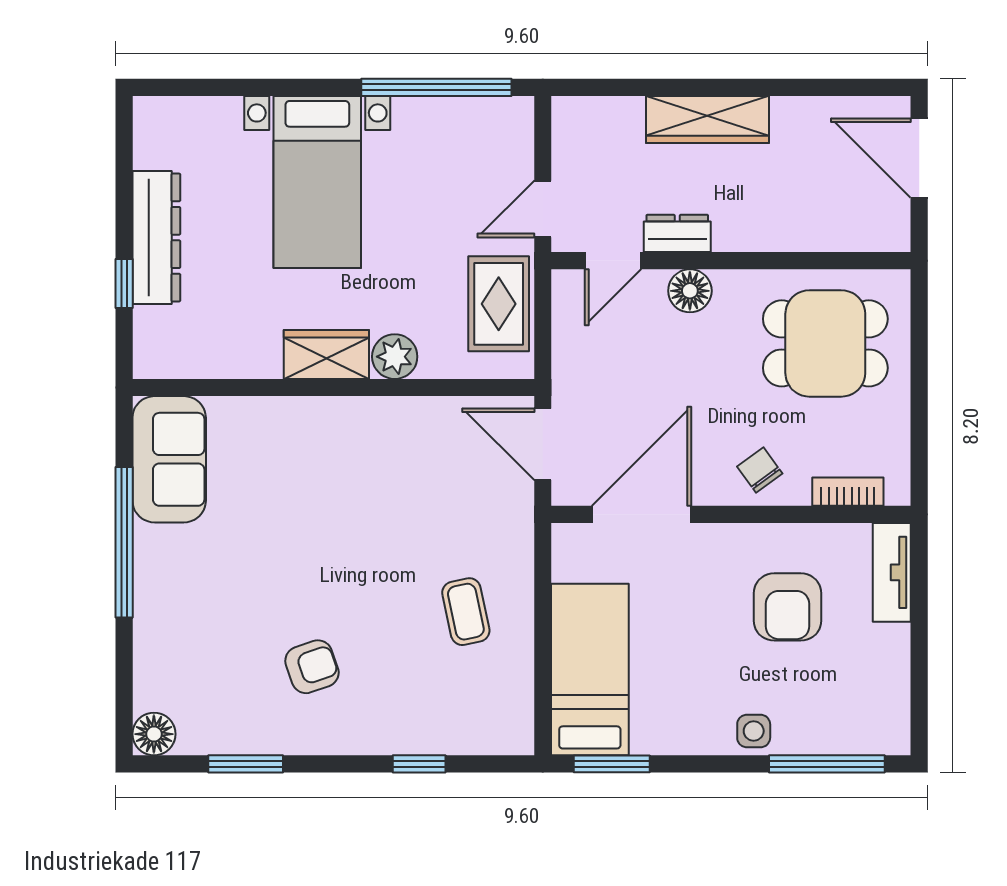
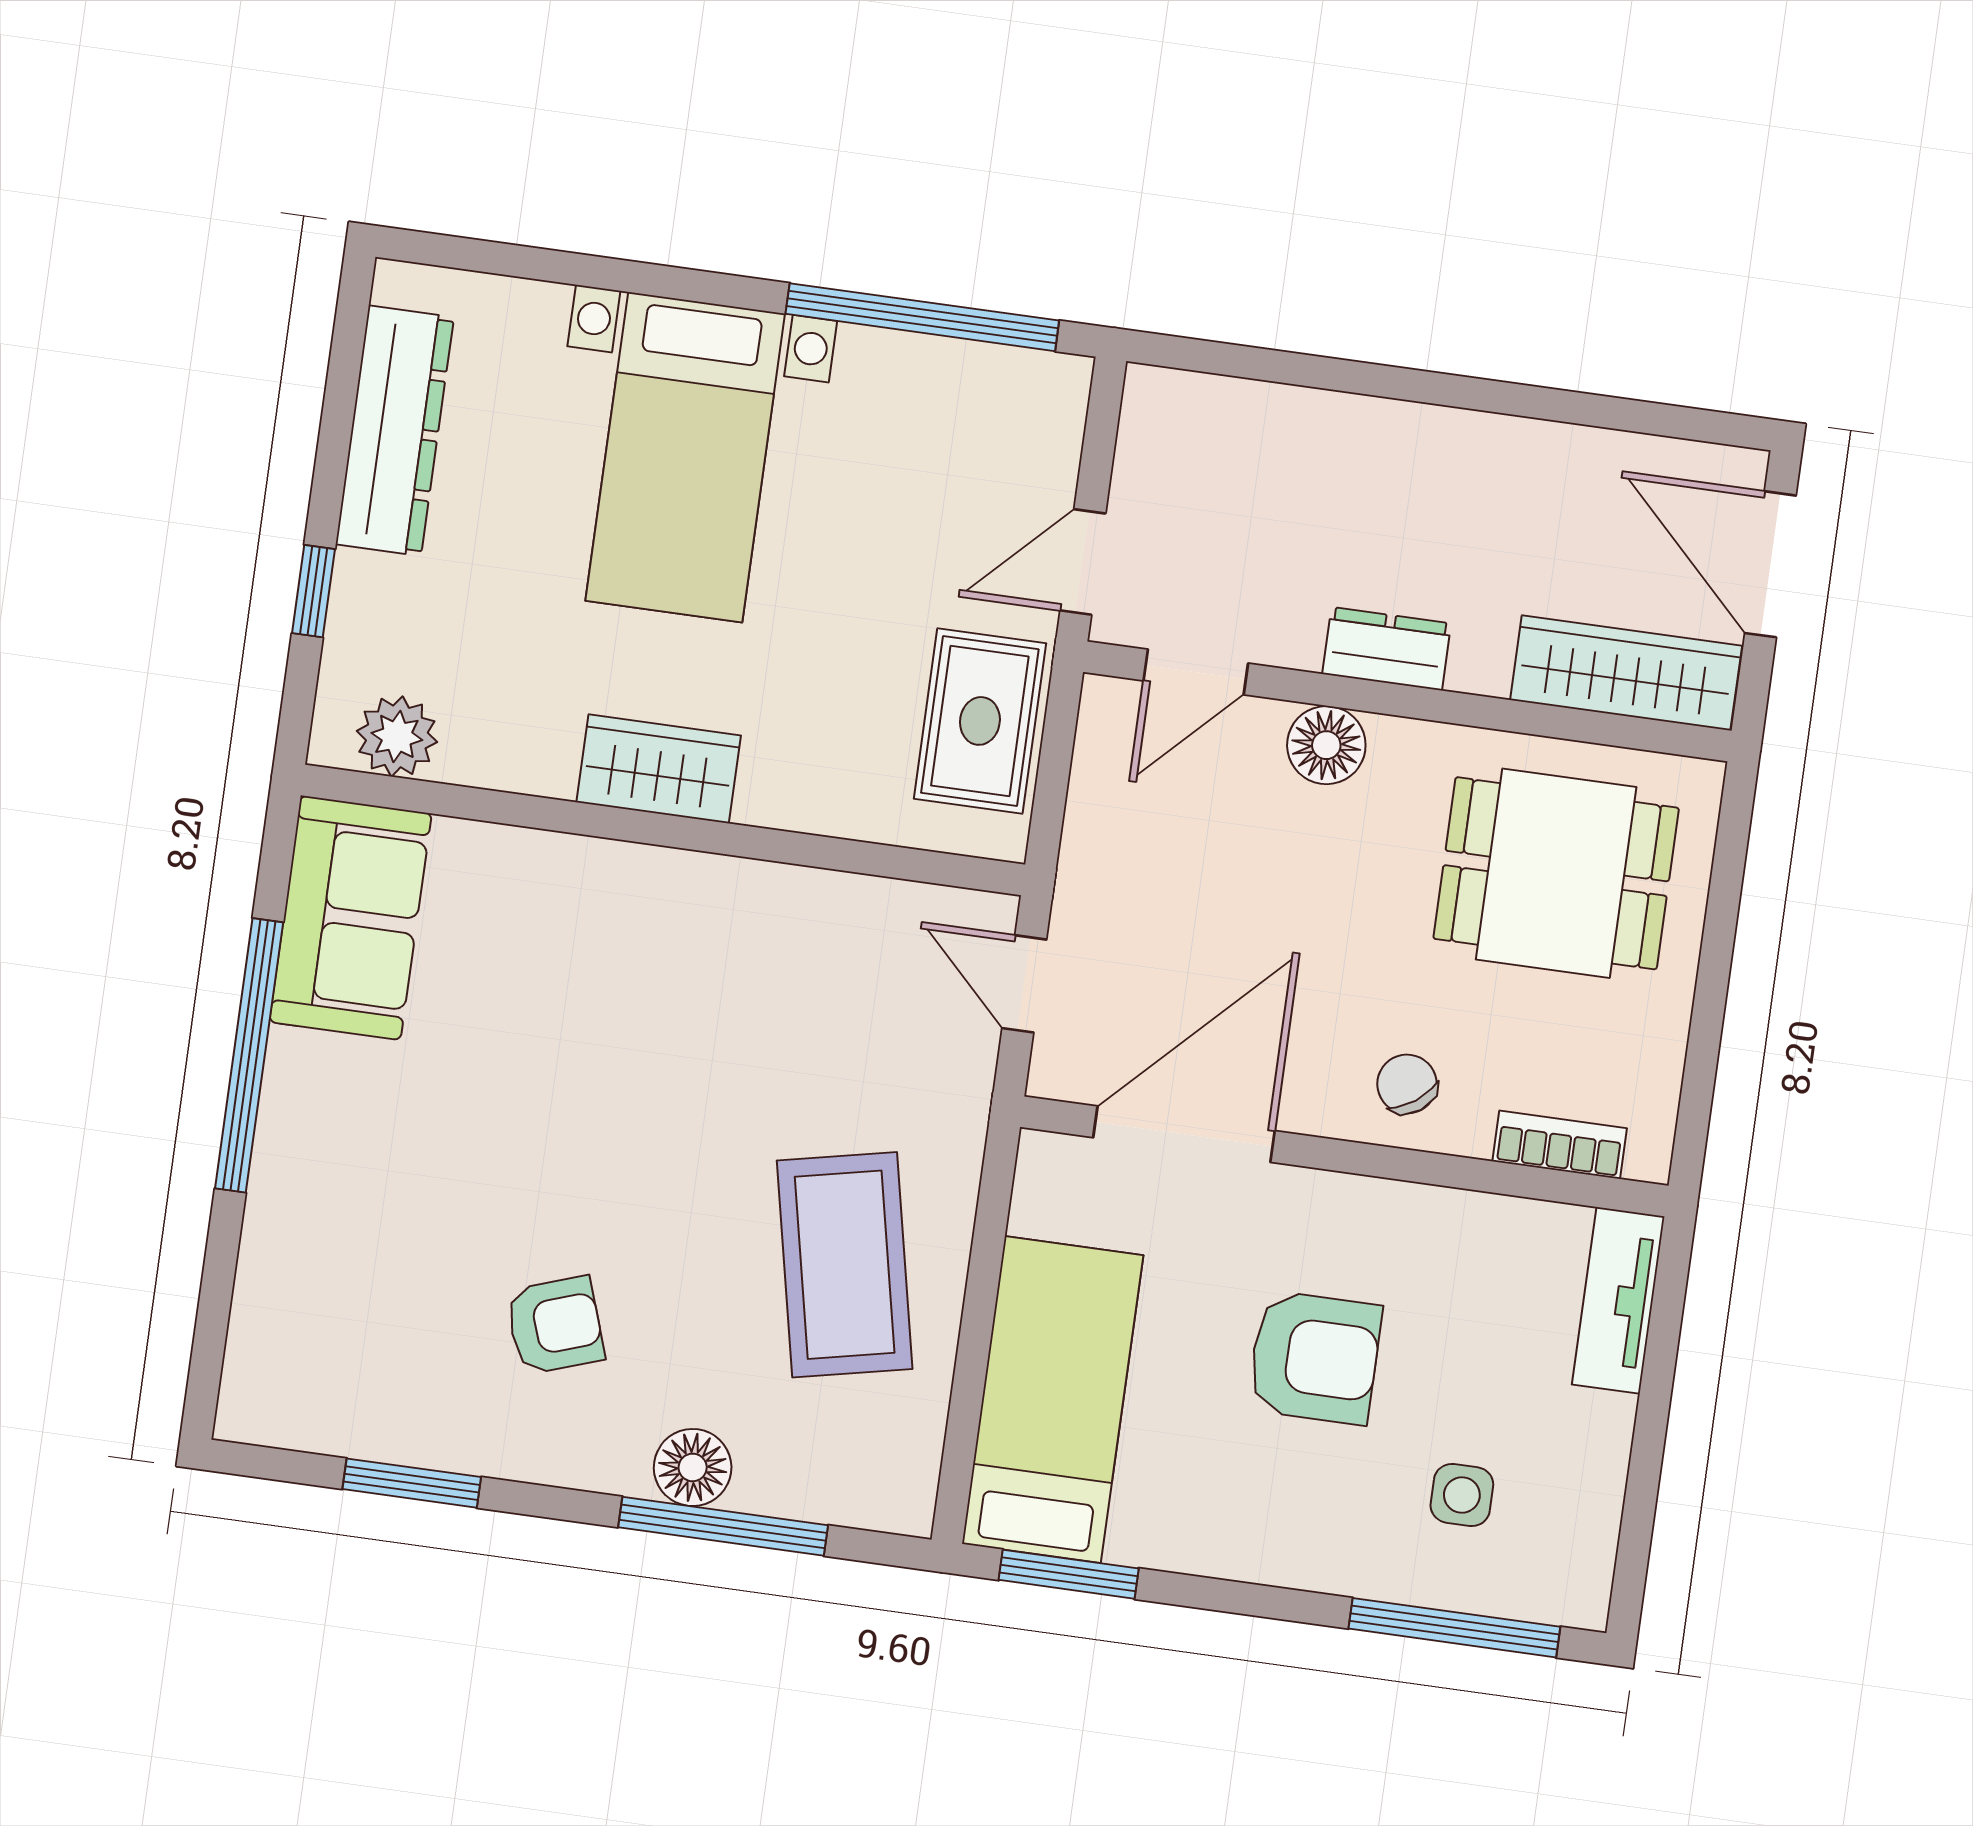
wardrobe: (708, 119) -> (1626, 673), moved, turned 180
dresser: (677, 233) -> (1387, 649), moved
dresser: (156, 238) -> (395, 431), moved
plant: (395, 357) -> (397, 736), moved
door: (543, 444) -> (1024, 984), width x0.73
armchair: (788, 607) -> (1315, 1358), moved, turned -90
coffee table: (466, 612) -> (845, 1265), width x1.86, depth x1.72
side table: (754, 731) -> (1462, 1495), moved
floor lamp: (154, 734) -> (693, 1467), moved
window: (419, 764) -> (723, 1526), width x2.17

